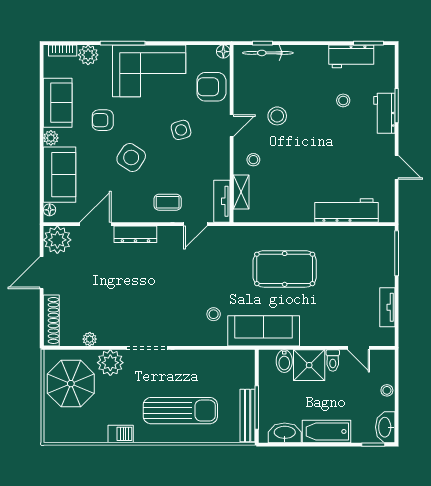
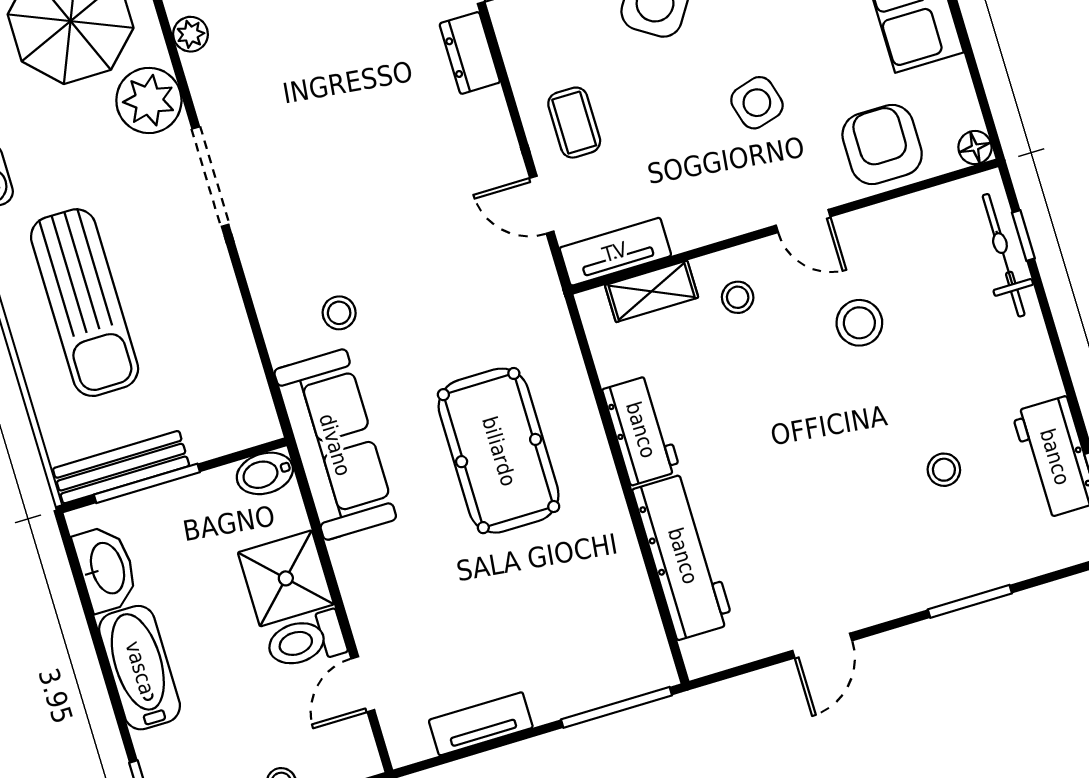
workbench: (384, 113) -> (641, 430), moved, turned 90
dresser: (135, 234) -> (470, 53), width x0.70
toilet: (333, 360) -> (306, 640), width x1.37, depth x1.39
bidet: (284, 361) -> (265, 473), moved

